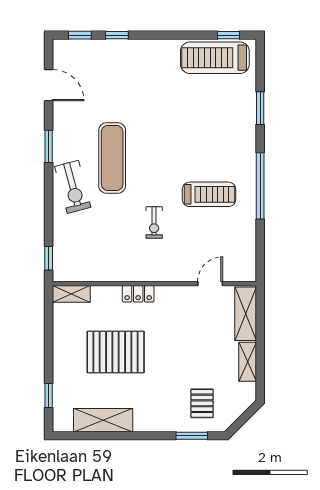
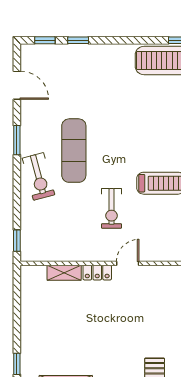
exercise bike: (154, 222) -> (112, 208), width x1.38, depth x1.39
door: (210, 284) -> (128, 263), moved
shelving: (71, 294) -> (64, 273), moved
pallet: (116, 352) -> (77, 325), removed

